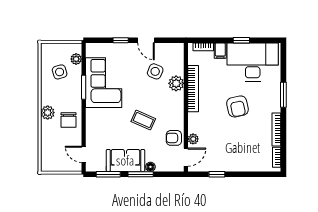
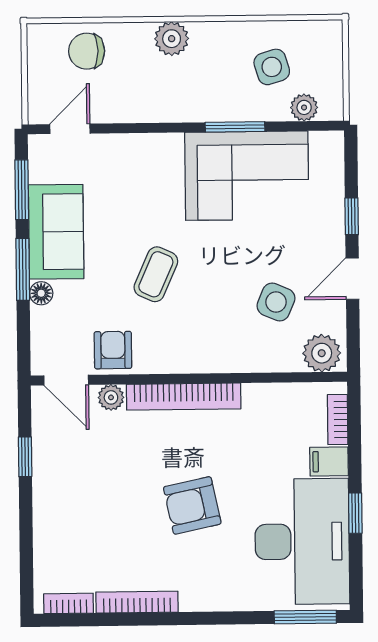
plant: (176, 83) -> (322, 353), moved
bookcase: (193, 89) -> (184, 397), moved
window: (283, 95) -> (305, 617), moved
chair: (69, 120) -> (87, 51), moved

